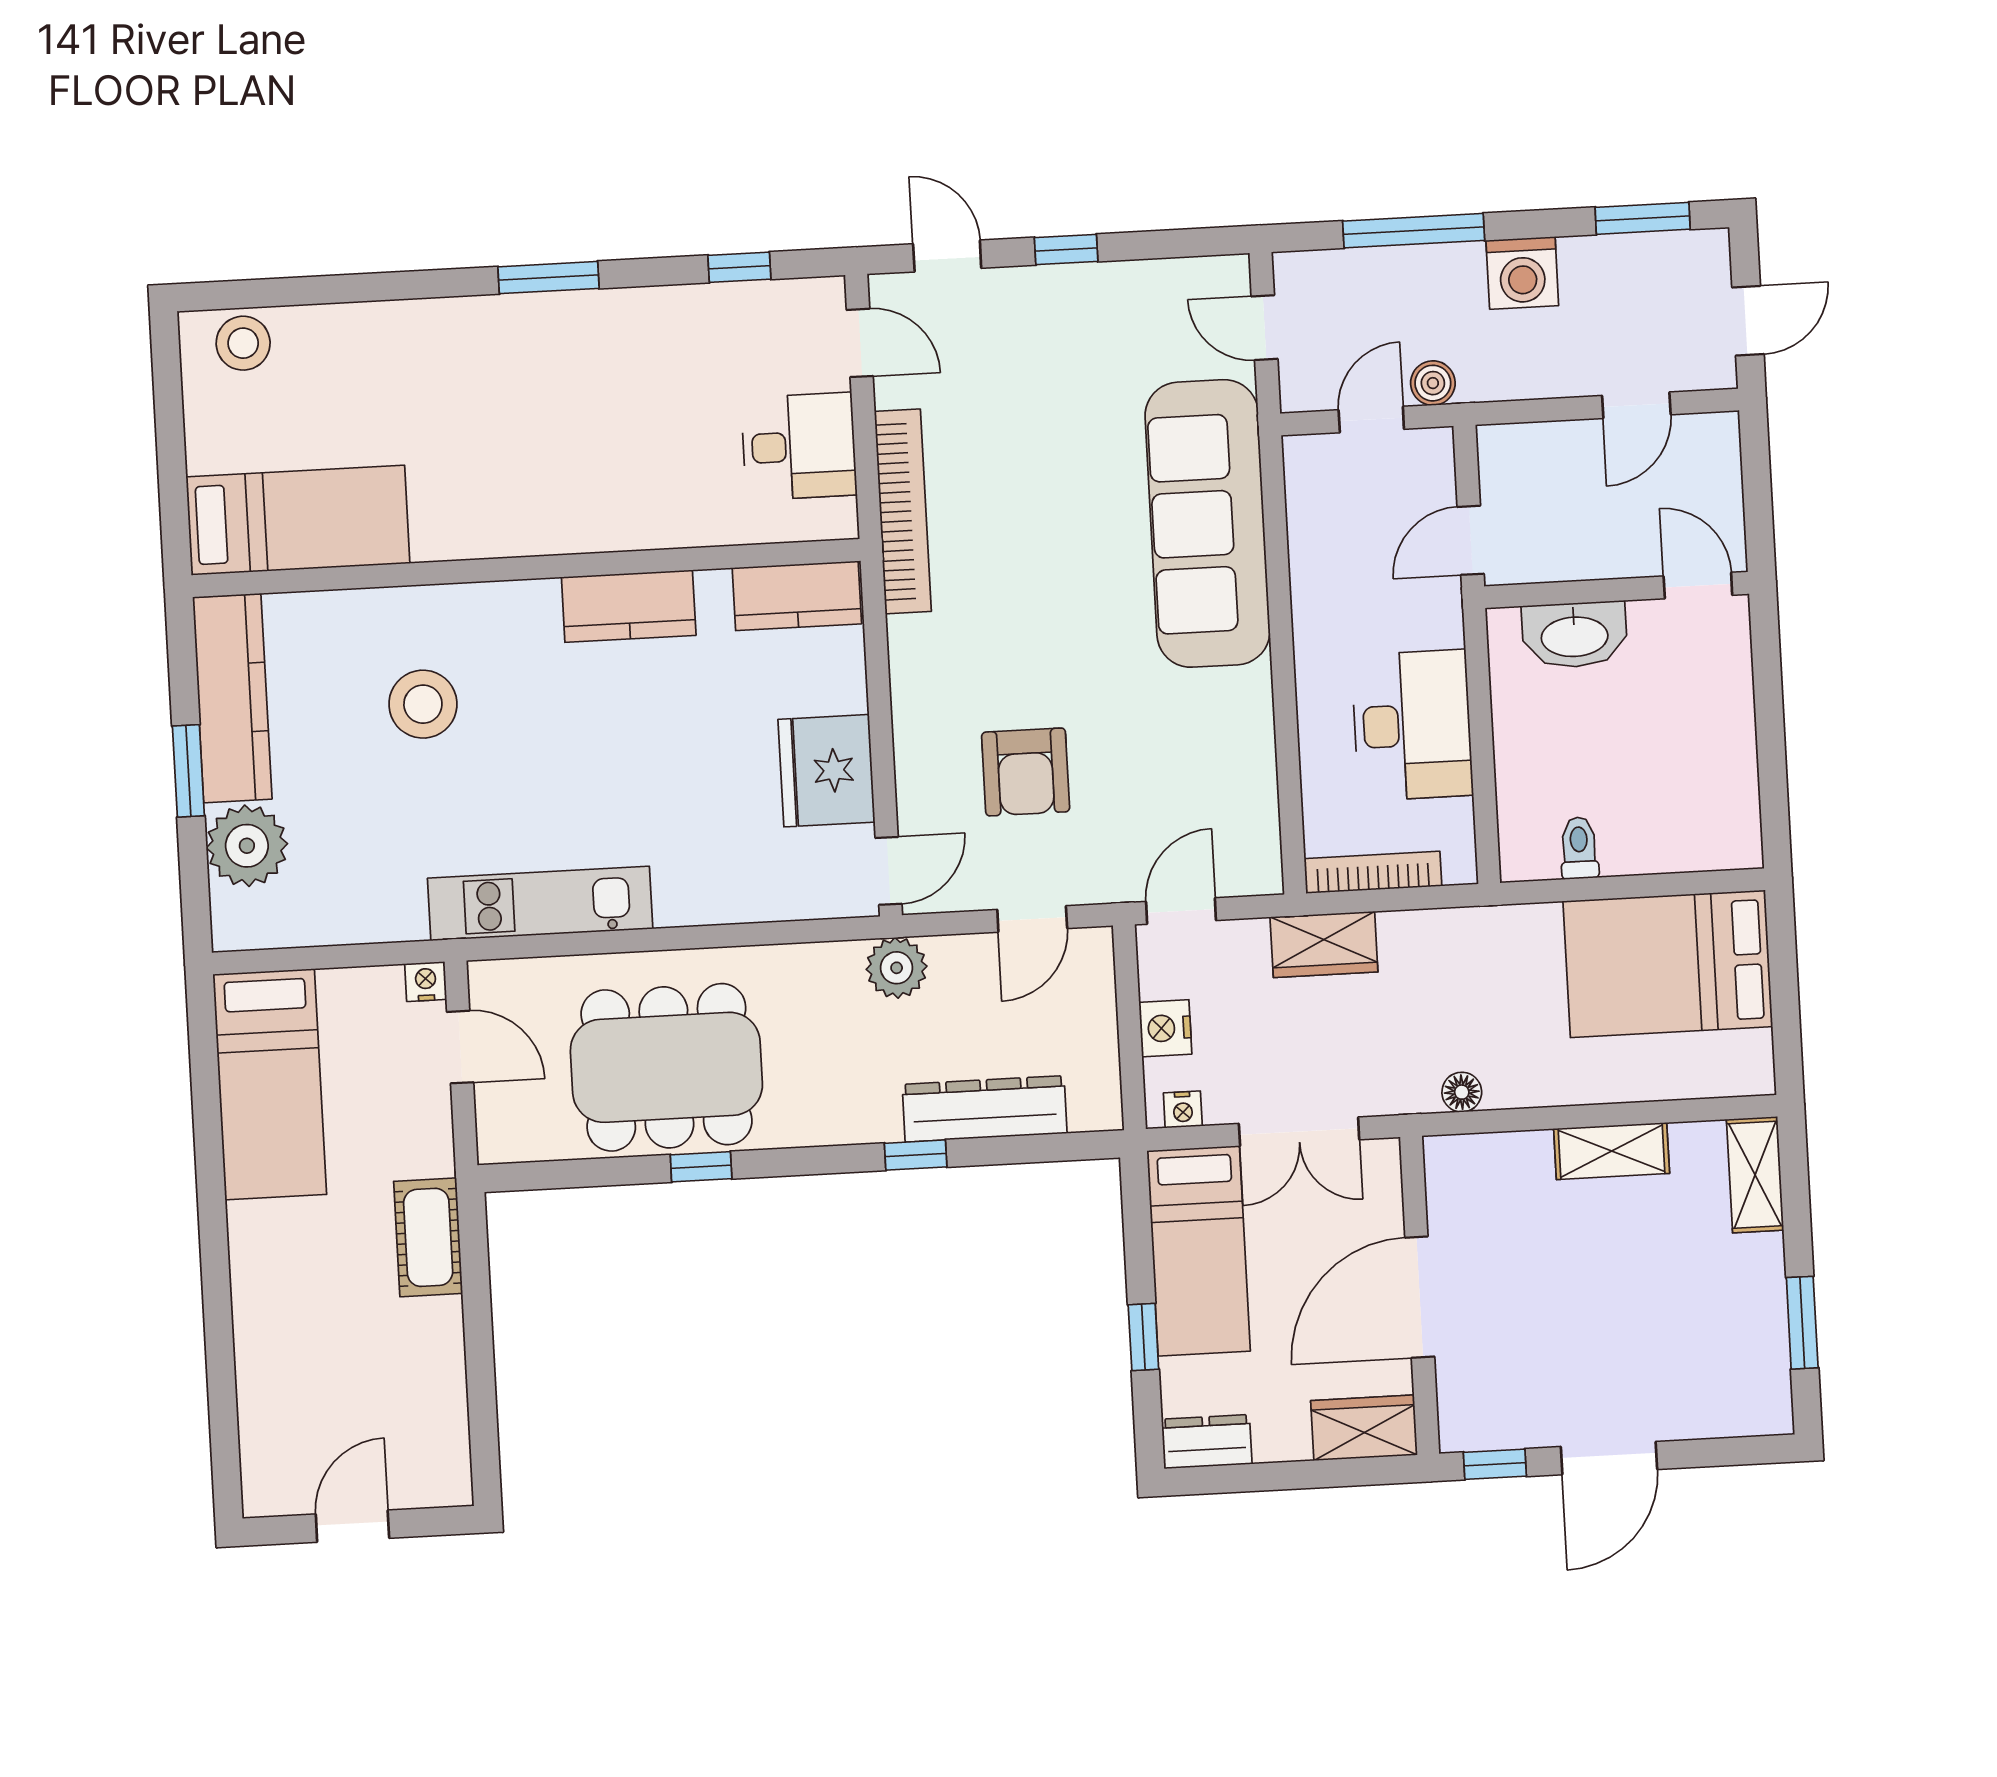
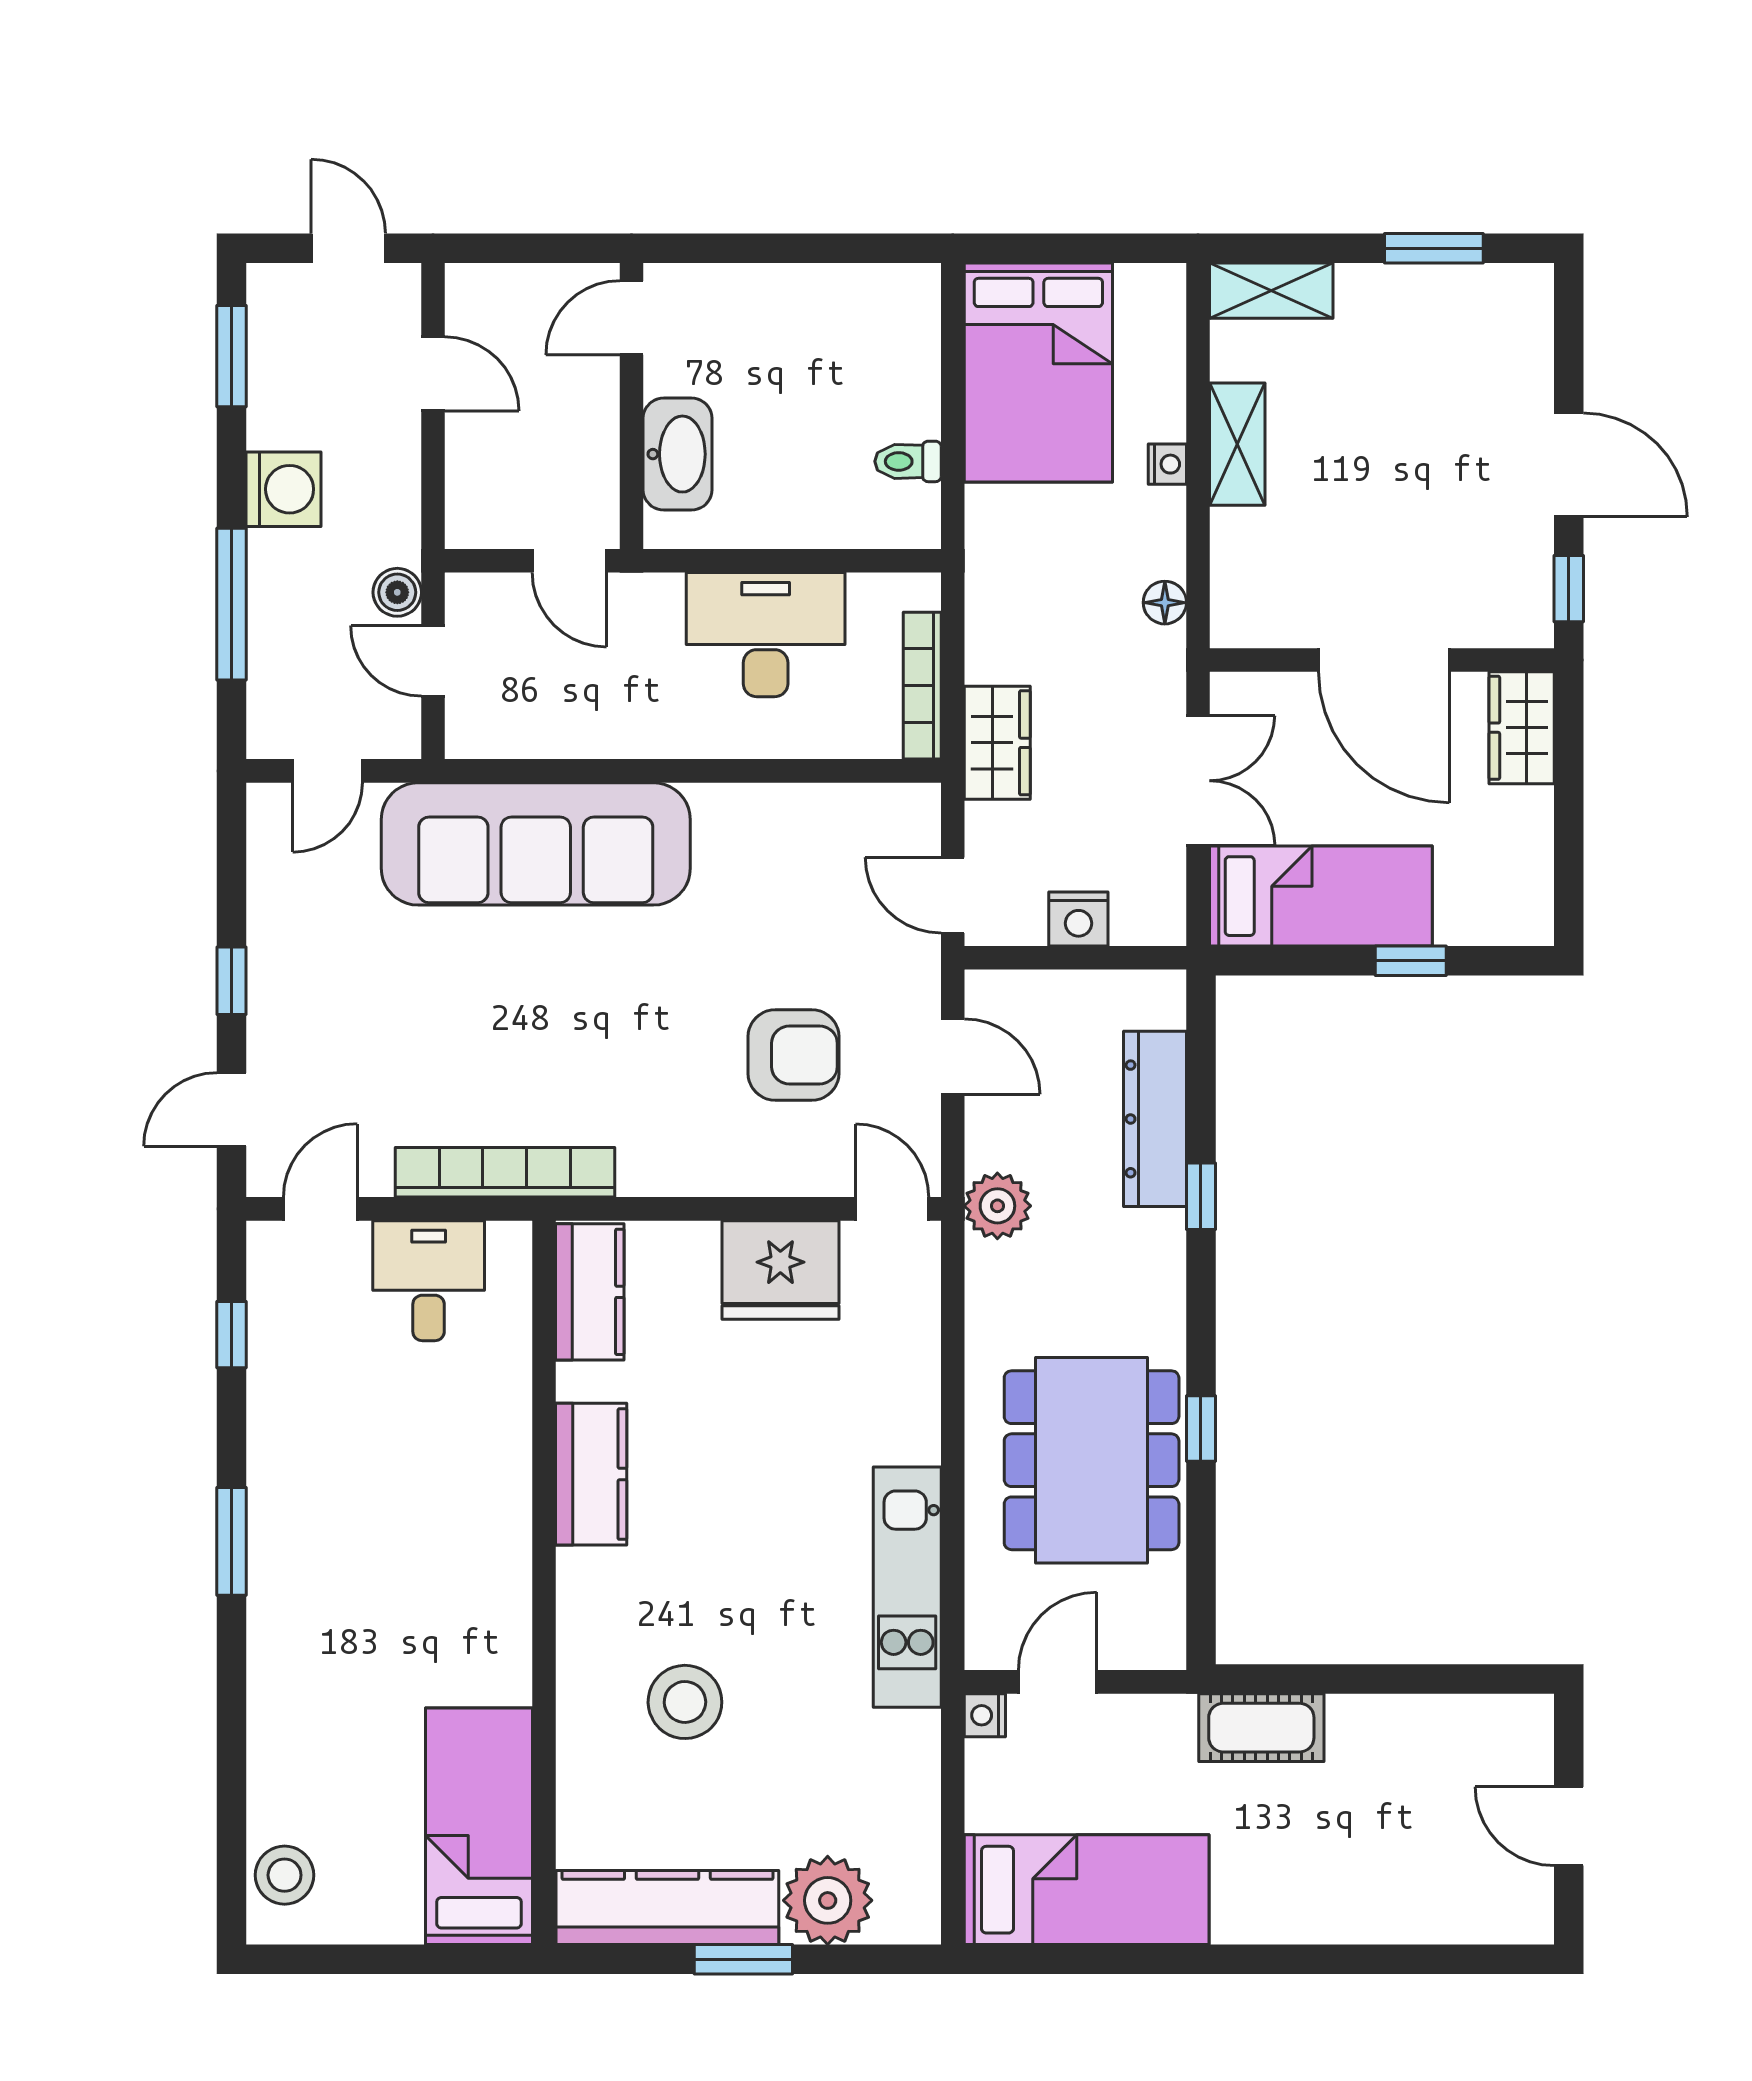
nightstand: (1183, 1109) -> (1167, 464), moved
dresser: (1207, 1442) -> (1527, 898), removed

